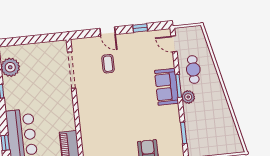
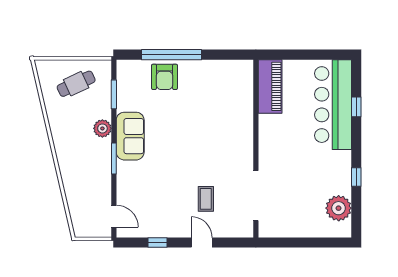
cafe table: (193, 69) -> (76, 84), moved, turned 65
sofa: (167, 87) -> (130, 136), moved
plant: (188, 97) -> (102, 128), moved

